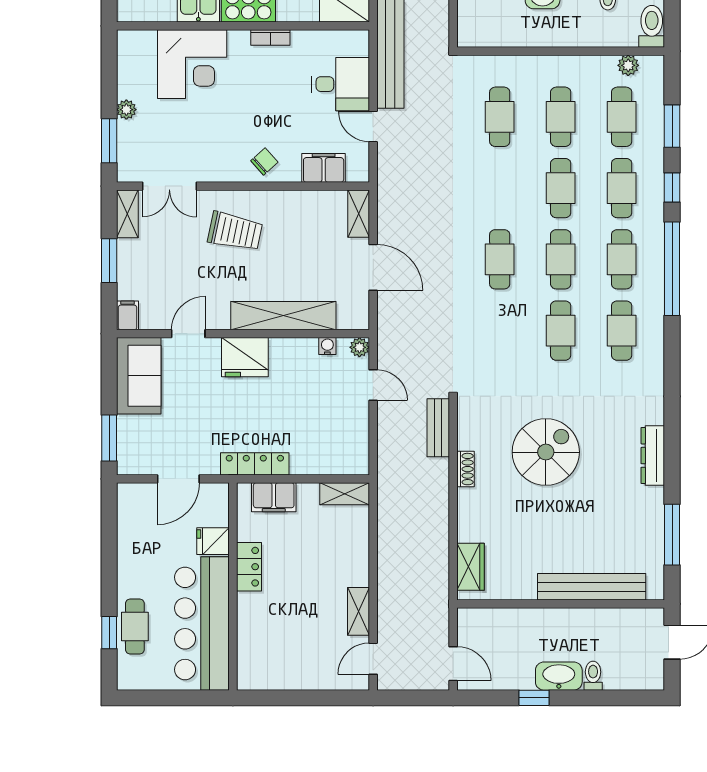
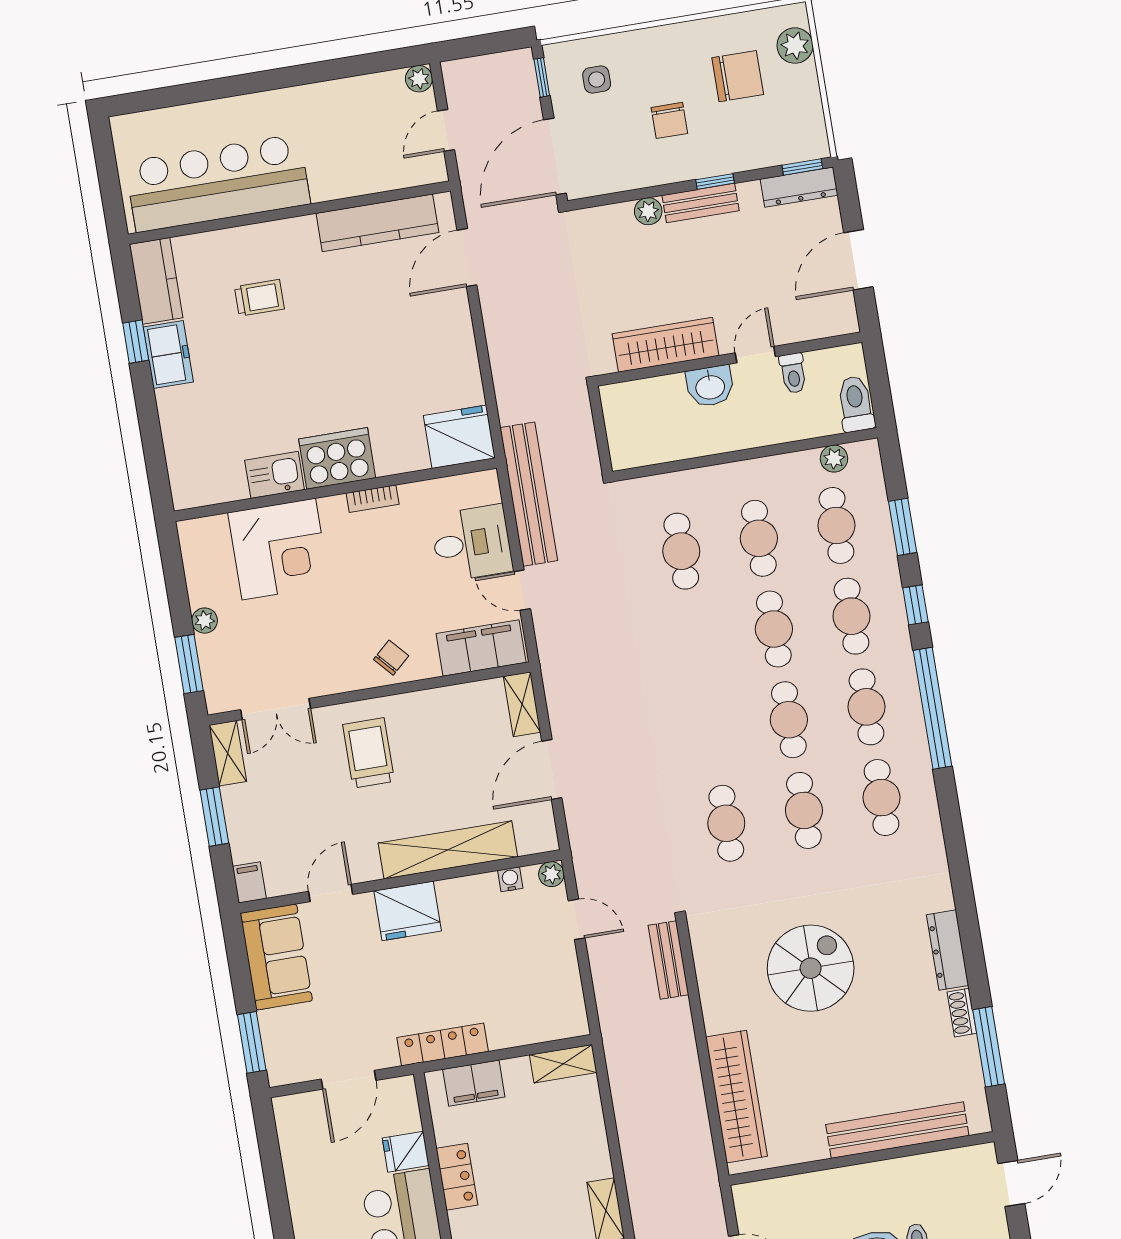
filing cabinet: (324, 168) -> (481, 648), width x1.50, depth x1.17
trolley: (235, 231) -> (369, 753), turned -102
cafe table: (500, 259) -> (726, 823), moved
door: (373, 267) -> (552, 769), swing flipped
shoe rack: (465, 469) -> (962, 1013), moved, turned 180
wardrobe: (471, 567) -> (736, 1097), width x2.10, depth x1.17

